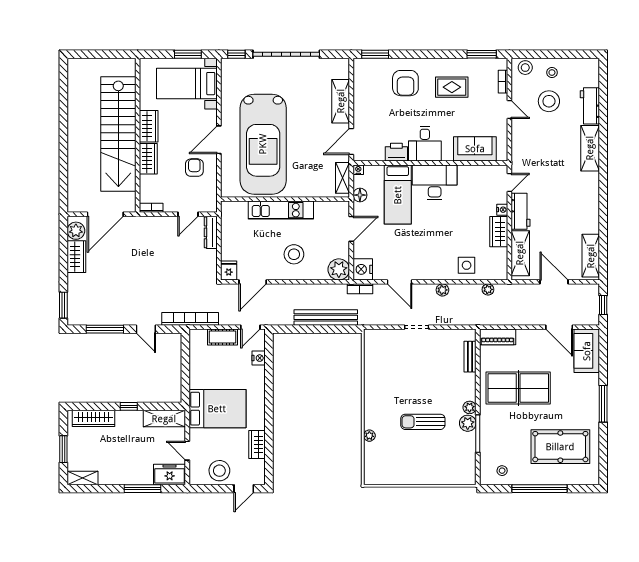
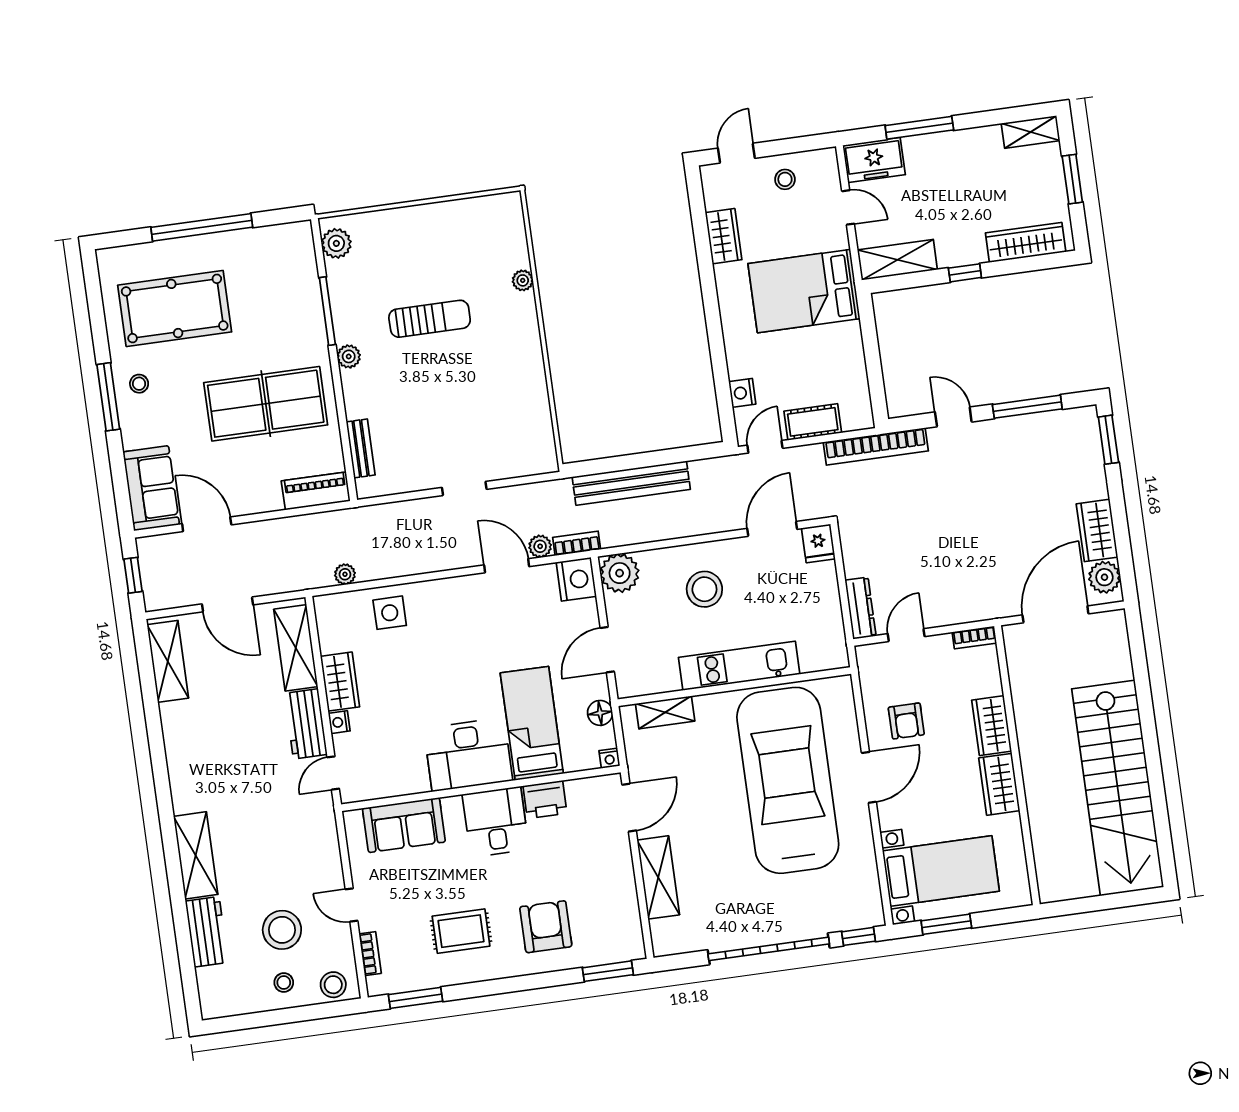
stairs: (118, 134) -> (1118, 788), moved, turned 180
shelving: (343, 178) -> (665, 712), moved, turned 90
plant: (442, 290) -> (540, 546), moved
plant: (468, 423) -> (336, 243), moved
stool: (219, 471) -> (785, 179), width x0.53, depth x0.53
stool: (502, 471) -> (139, 384), moved

